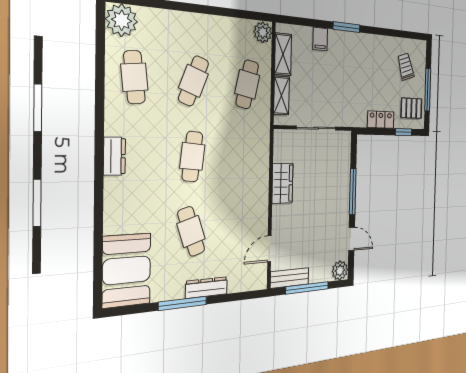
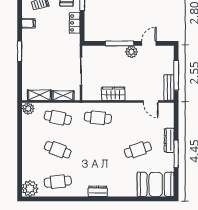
filing cabinet: (320, 39) -> (28, 23), moved
cafe table: (192, 156) -> (98, 118), moved
plant: (340, 270) -> (132, 52), moved

